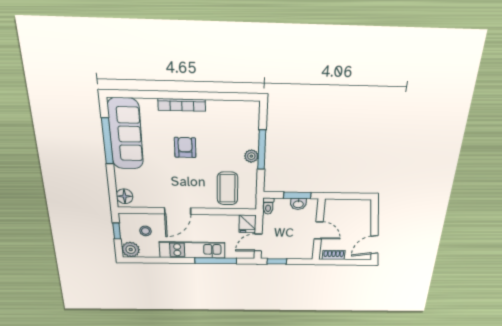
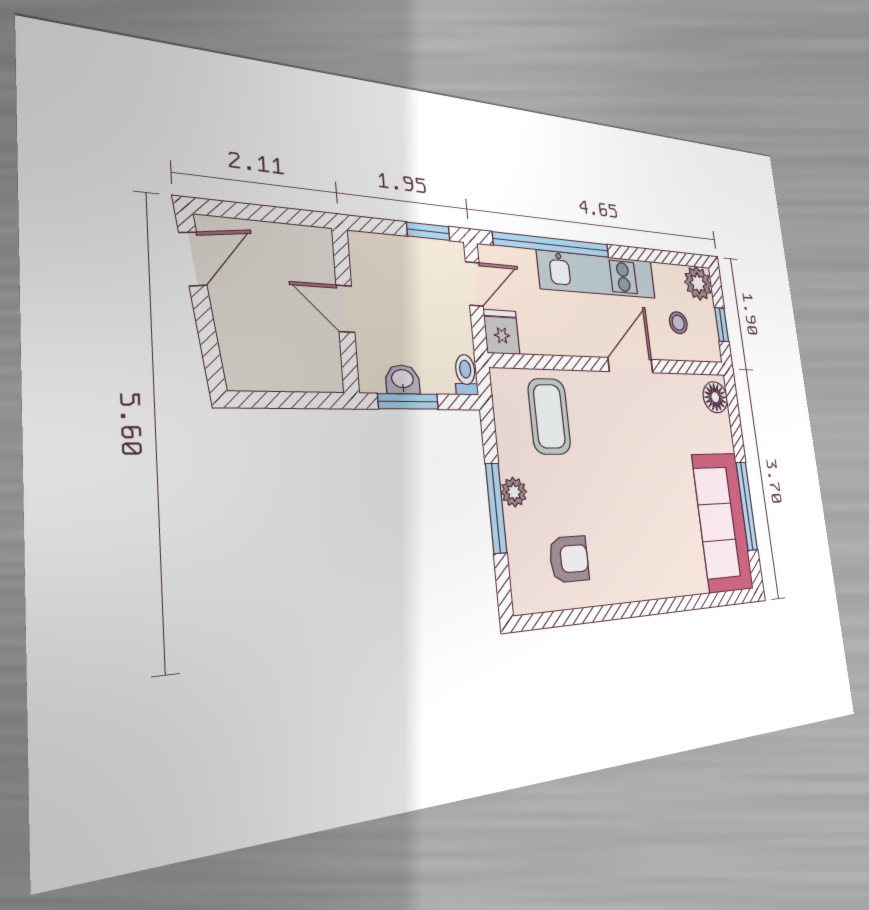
bookcase: (182, 105) -> (644, 589), removed
armchair: (185, 147) -> (569, 559), moved, turned -90
shoe rack: (334, 255) -> (297, 237), removed
window: (216, 261) -> (552, 245), width x1.46

